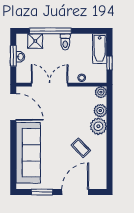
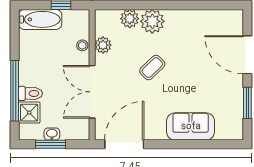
toilet: (65, 42) -> (31, 93), moved
plant: (101, 92) -> (103, 45), moved
coffee table: (81, 148) -> (152, 68), moved
sofa: (28, 153) -> (191, 126), width x0.54, depth x0.79

